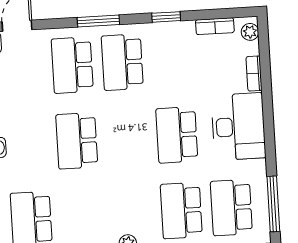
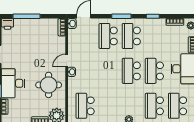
school desk: (77, 141) -> (131, 71), moved

